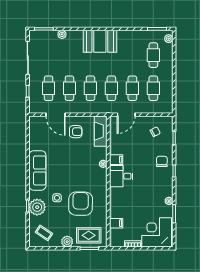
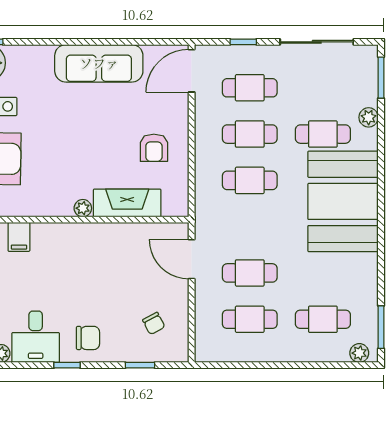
booth: (100, 41) -> (343, 201), width x1.36, depth x1.42
cafe table: (111, 88) -> (323, 134), moved
door: (56, 115) -> (192, 71), moved
fireplace: (101, 131) -> (127, 203), moved
filing cabinet: (116, 160) -> (19, 237), moved
sofa: (37, 170) -> (99, 63), moved
desk: (121, 176) -> (36, 337), moved, turned 180

